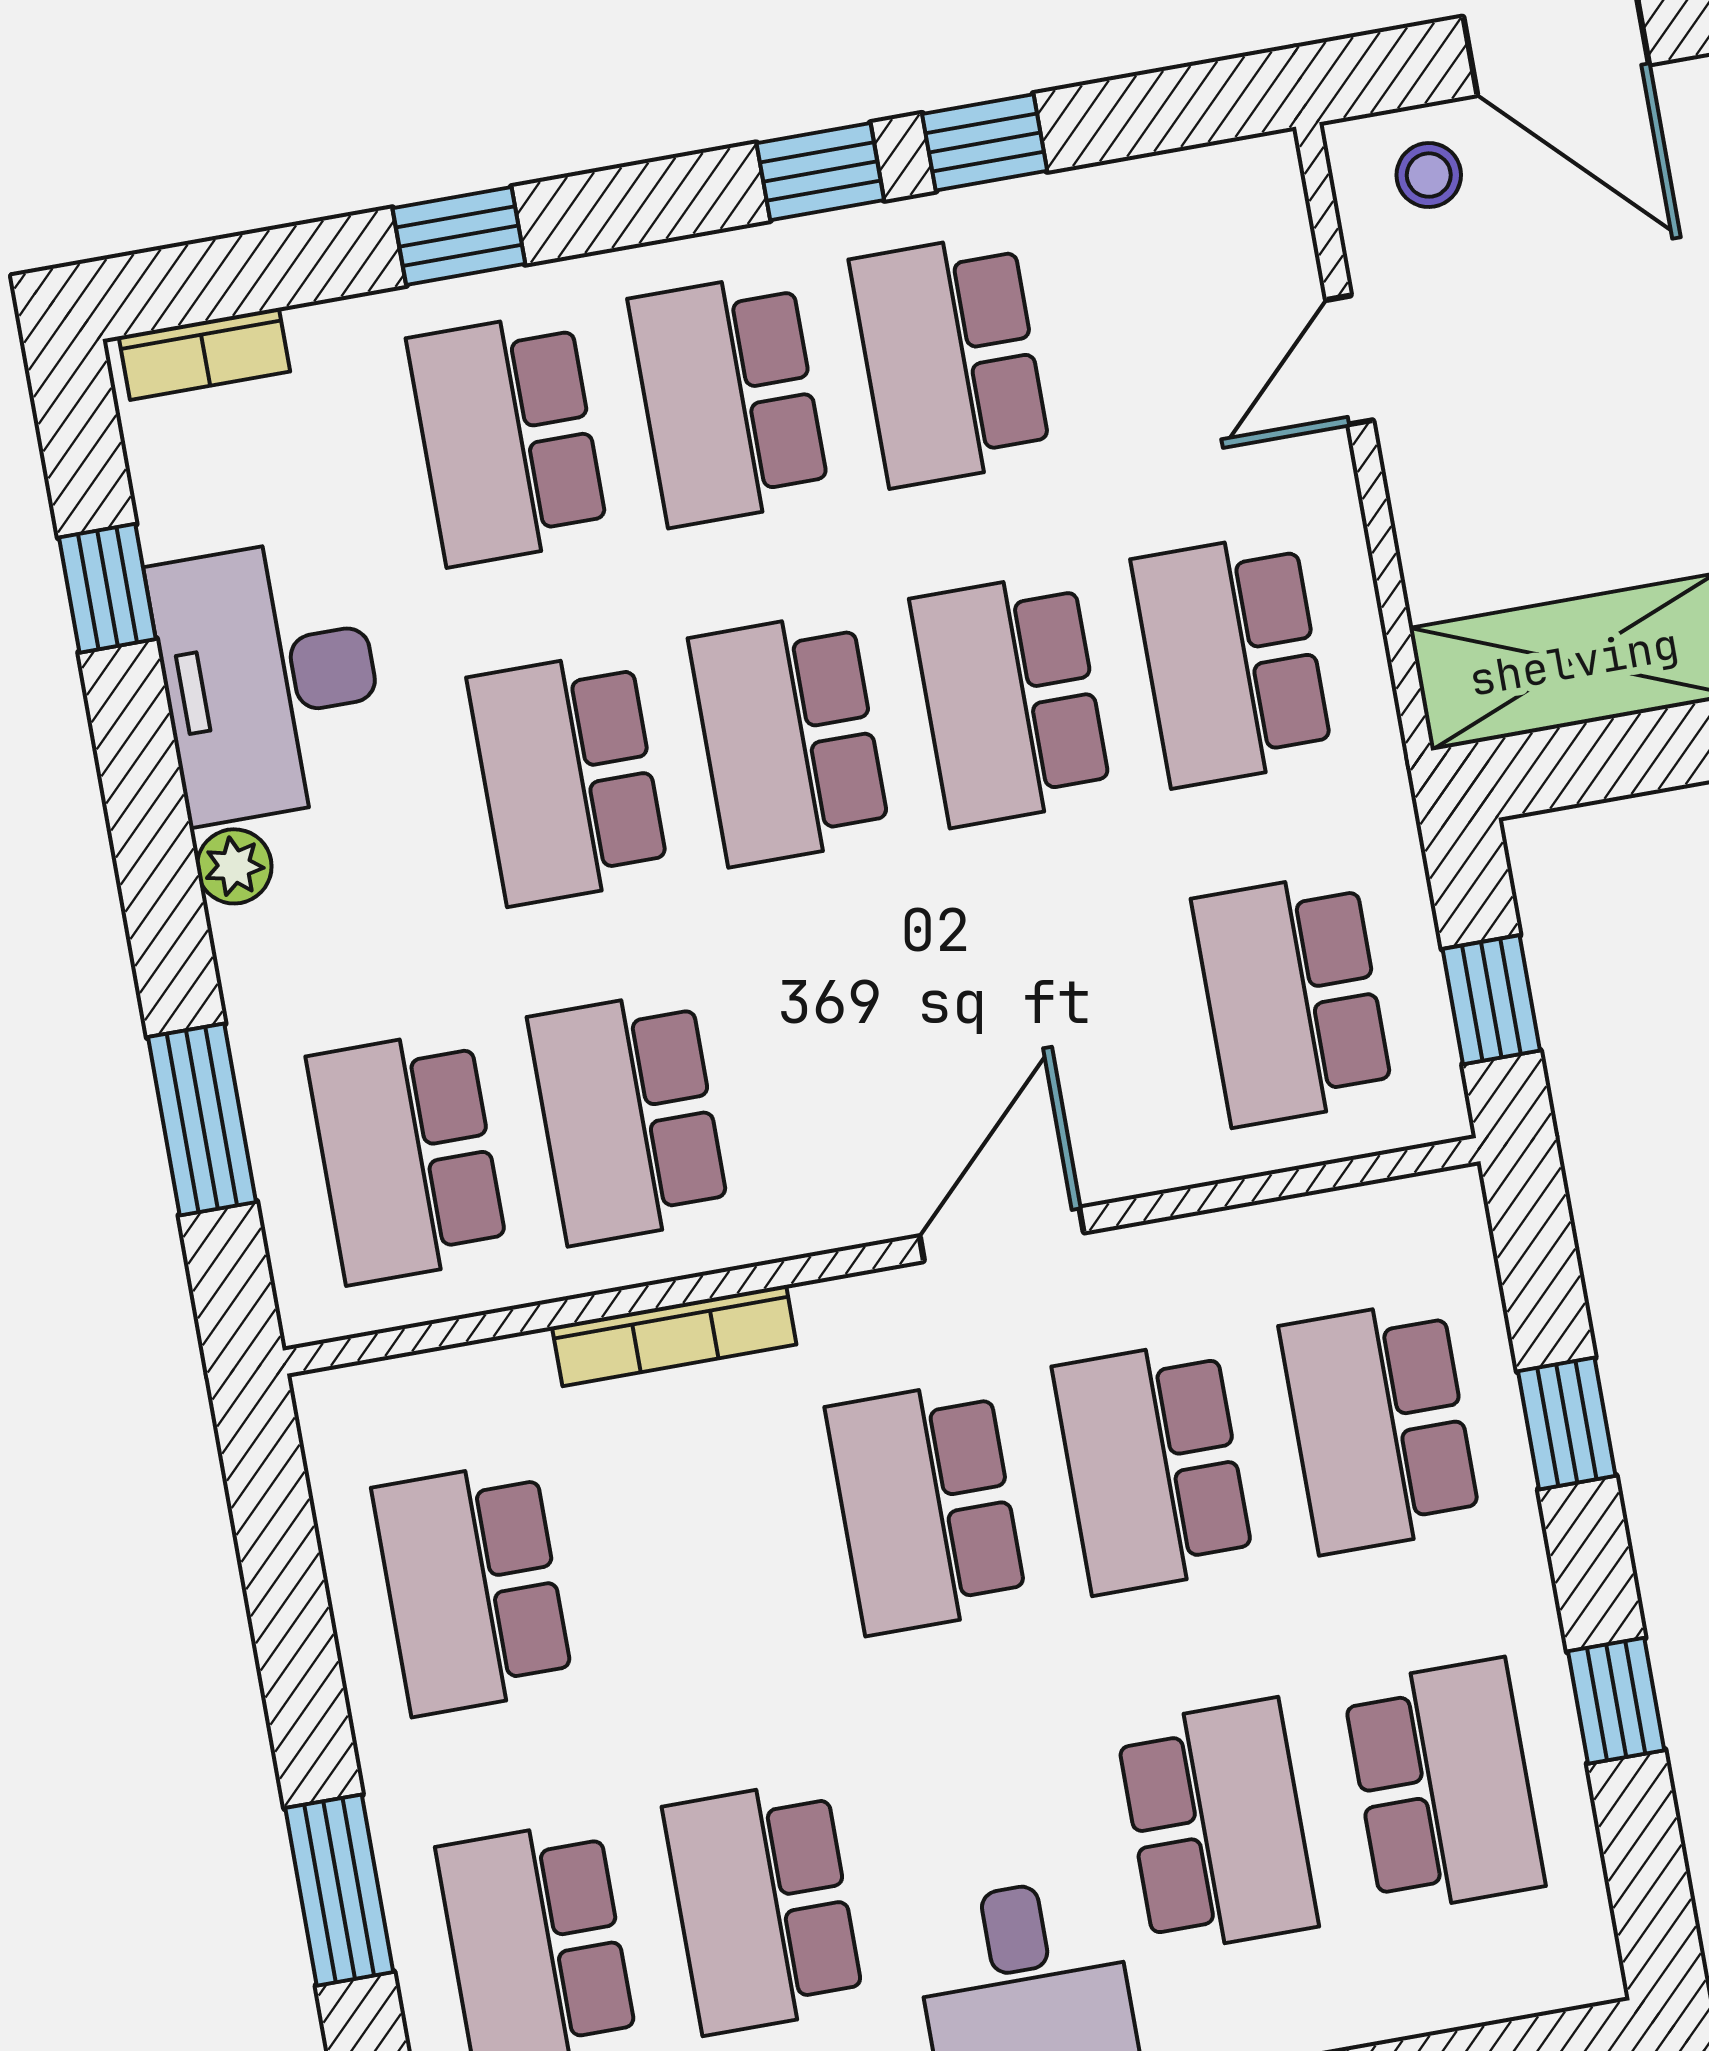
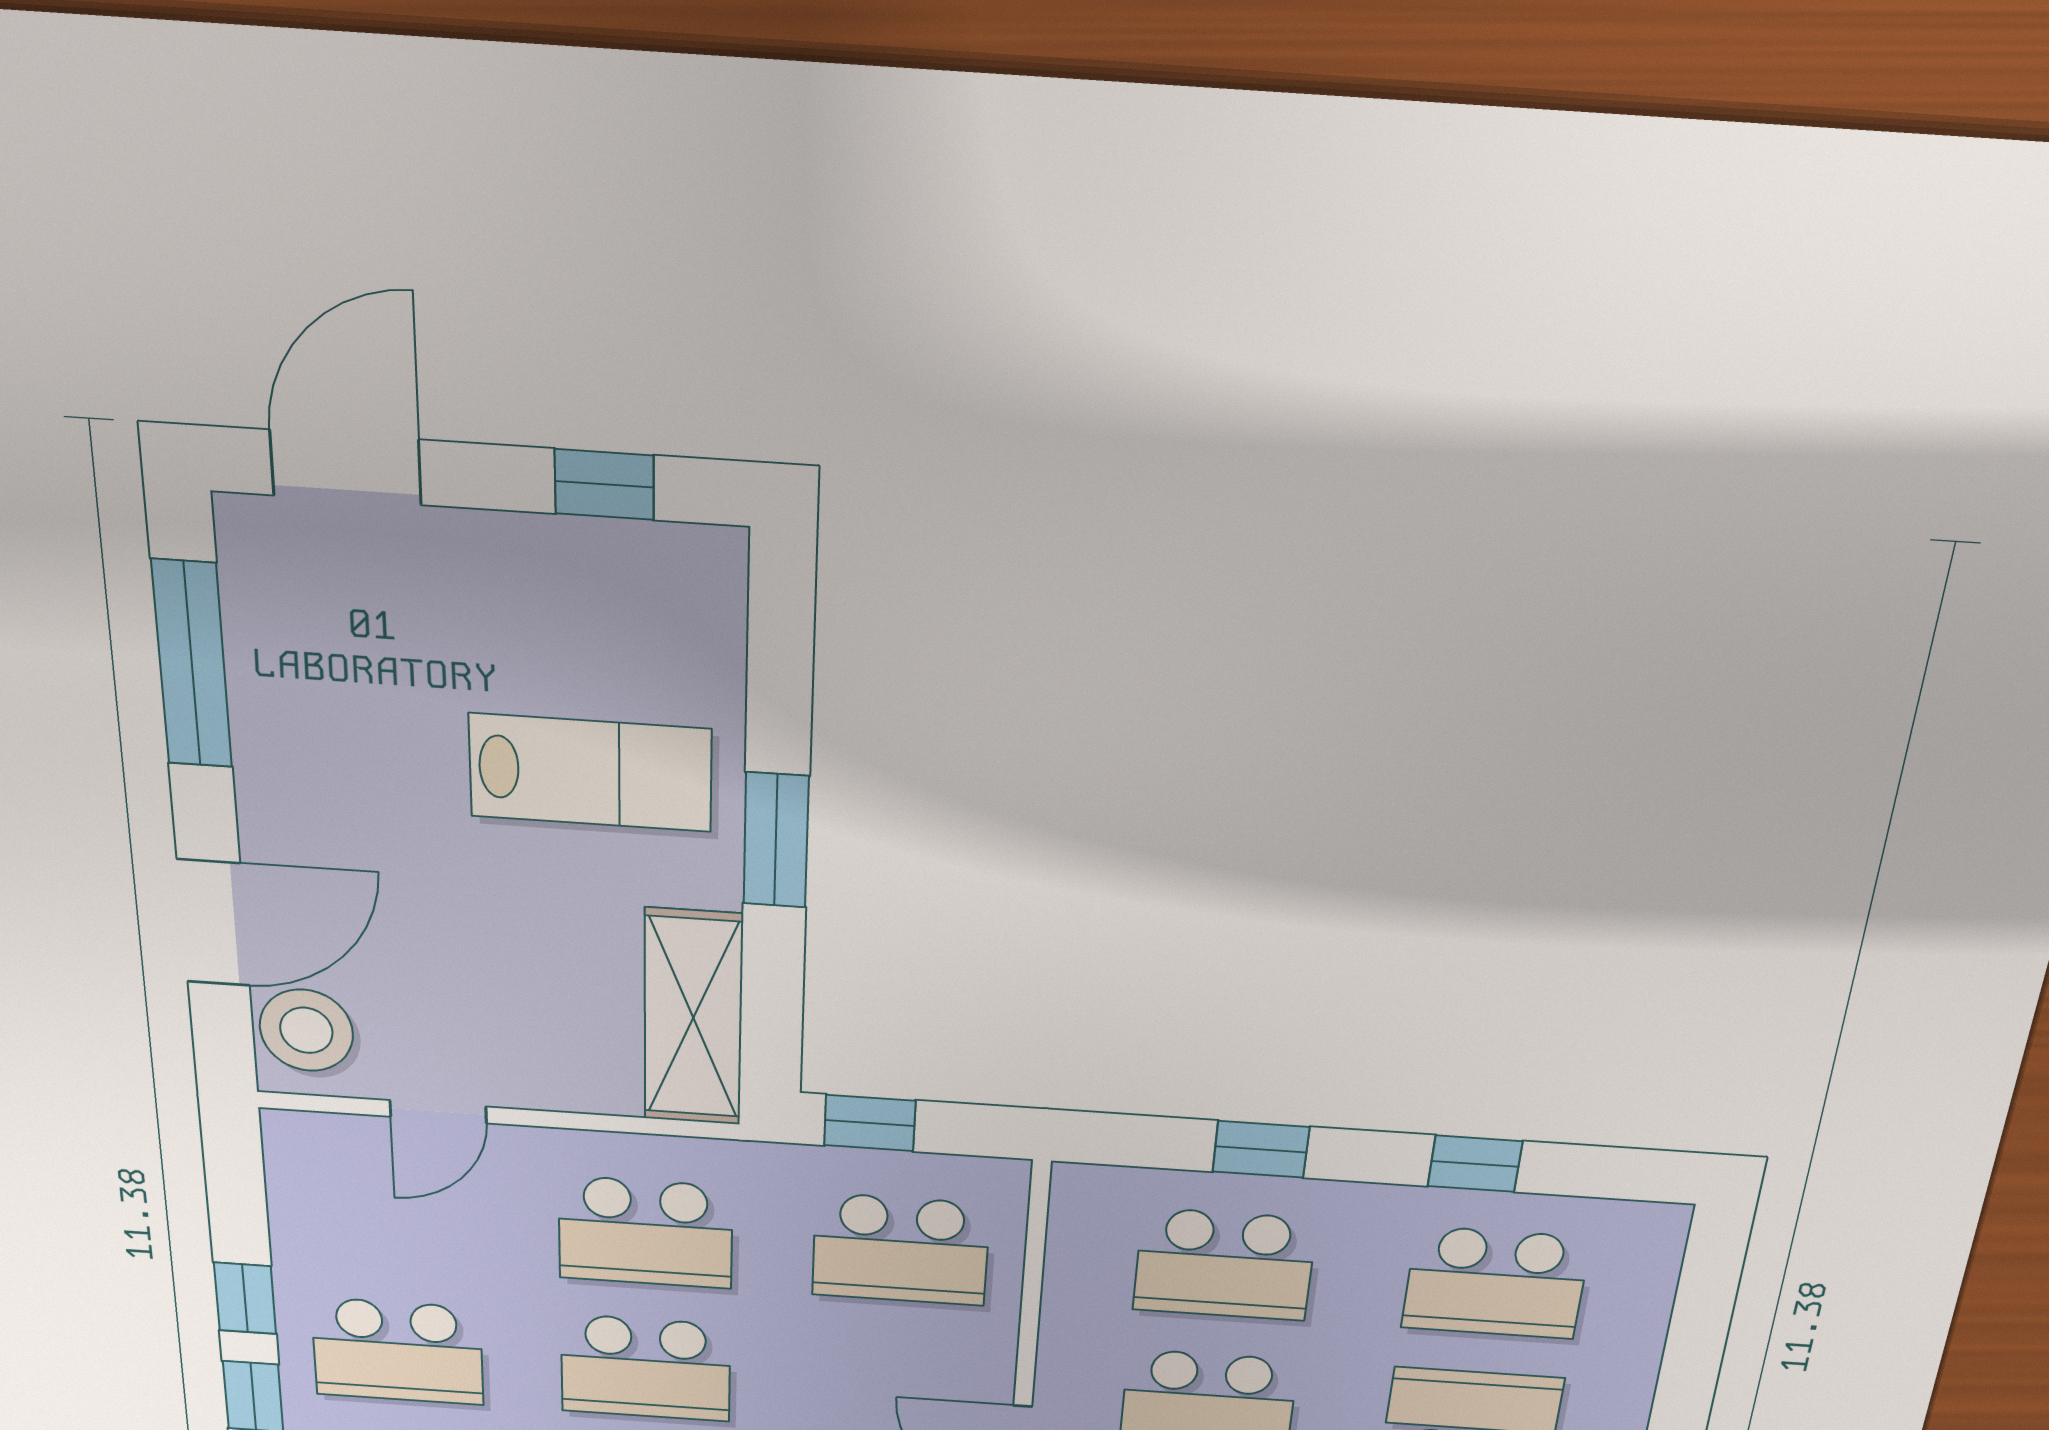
stool: (1429, 175) -> (306, 1030), width x1.89, depth x1.89
door: (1350, 360) -> (438, 1112), hinge flipped
window: (1491, 1000) -> (870, 1123), moved
school desk: (1444, 1786) -> (1496, 1283), turned 180

